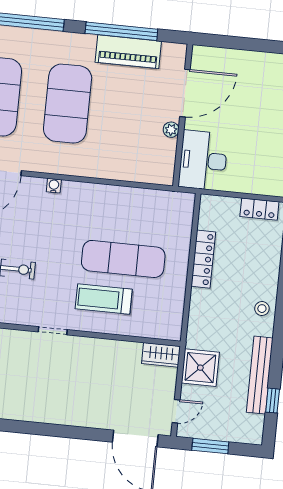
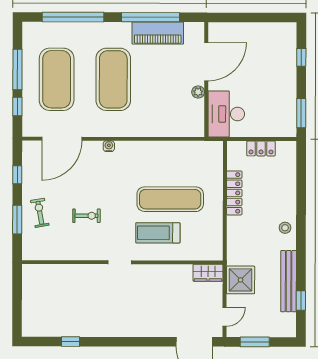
locker: (259, 209) -> (261, 148), moved

